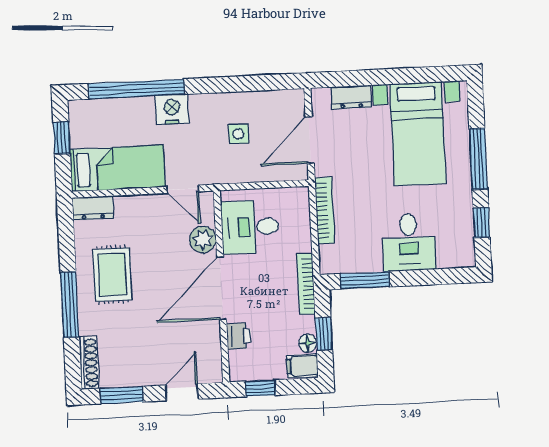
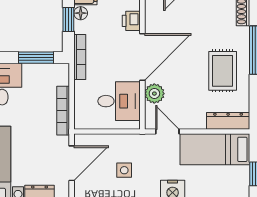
dresser: (93, 208) -> (228, 121), width x1.44

